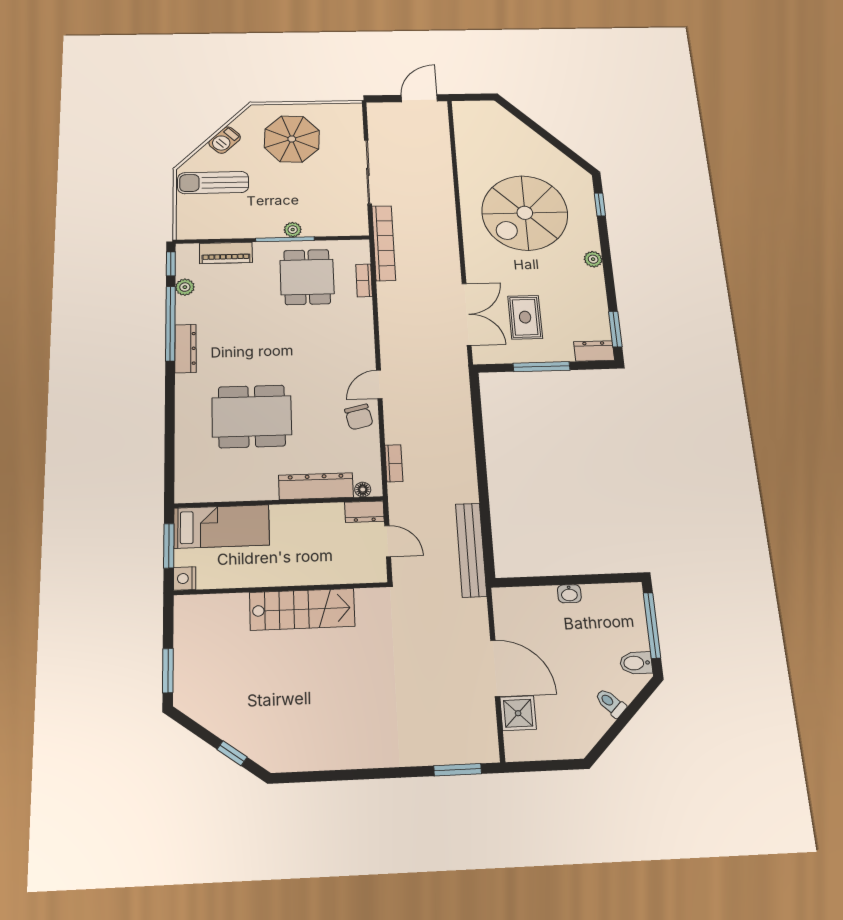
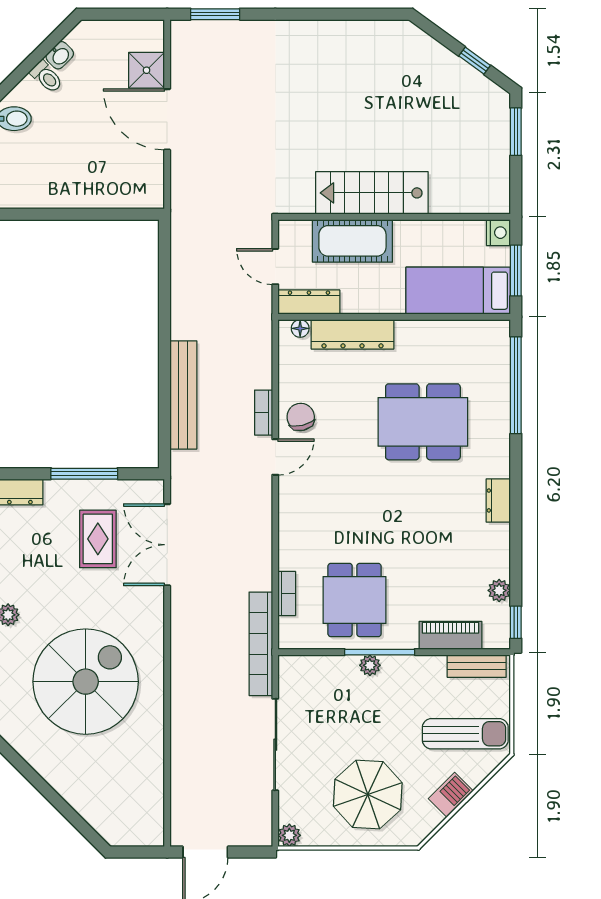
plant: (353, 110) -> (289, 835), added
bench: (204, 231) -> (477, 666), added
window: (170, 323) -> (516, 385), moved
dresser: (185, 349) -> (498, 500), width x0.70
bookcase: (394, 463) -> (264, 413), moved
dresser: (364, 512) -> (309, 302), width x1.44
bench: (471, 550) -> (183, 395), moved
cot: (319, 566) -> (352, 241), added
washbasin: (569, 594) -> (60, 55), moved, turned 135
window: (232, 753) -> (475, 61), moved

